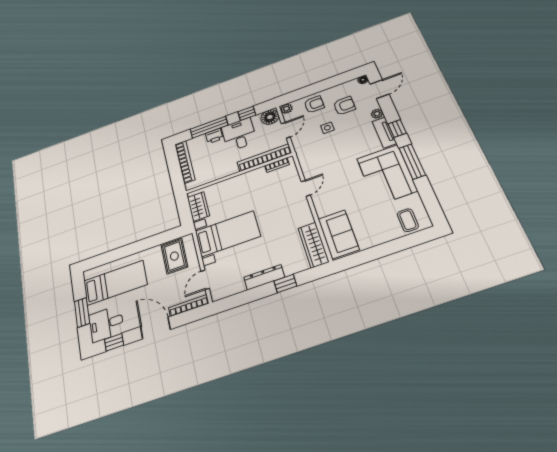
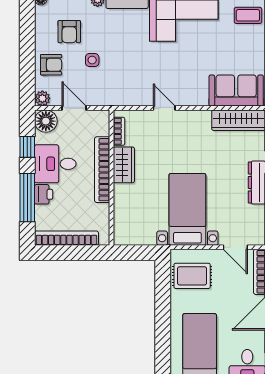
armchair: (314, 104) -> (51, 65), turned 90
armchair: (344, 106) -> (69, 32), turned 180
bookcase: (264, 158) -> (102, 170), moved
wardrobe: (198, 207) -> (124, 165), moved, turned 90

